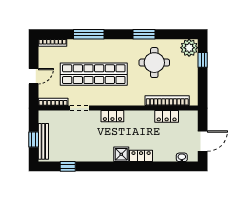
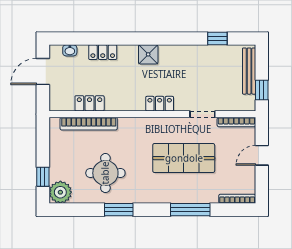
shop shelf: (94, 74) -> (184, 158), width x0.71
window: (34, 140) -> (262, 90), moved
locker: (141, 156) -> (103, 52), moved

